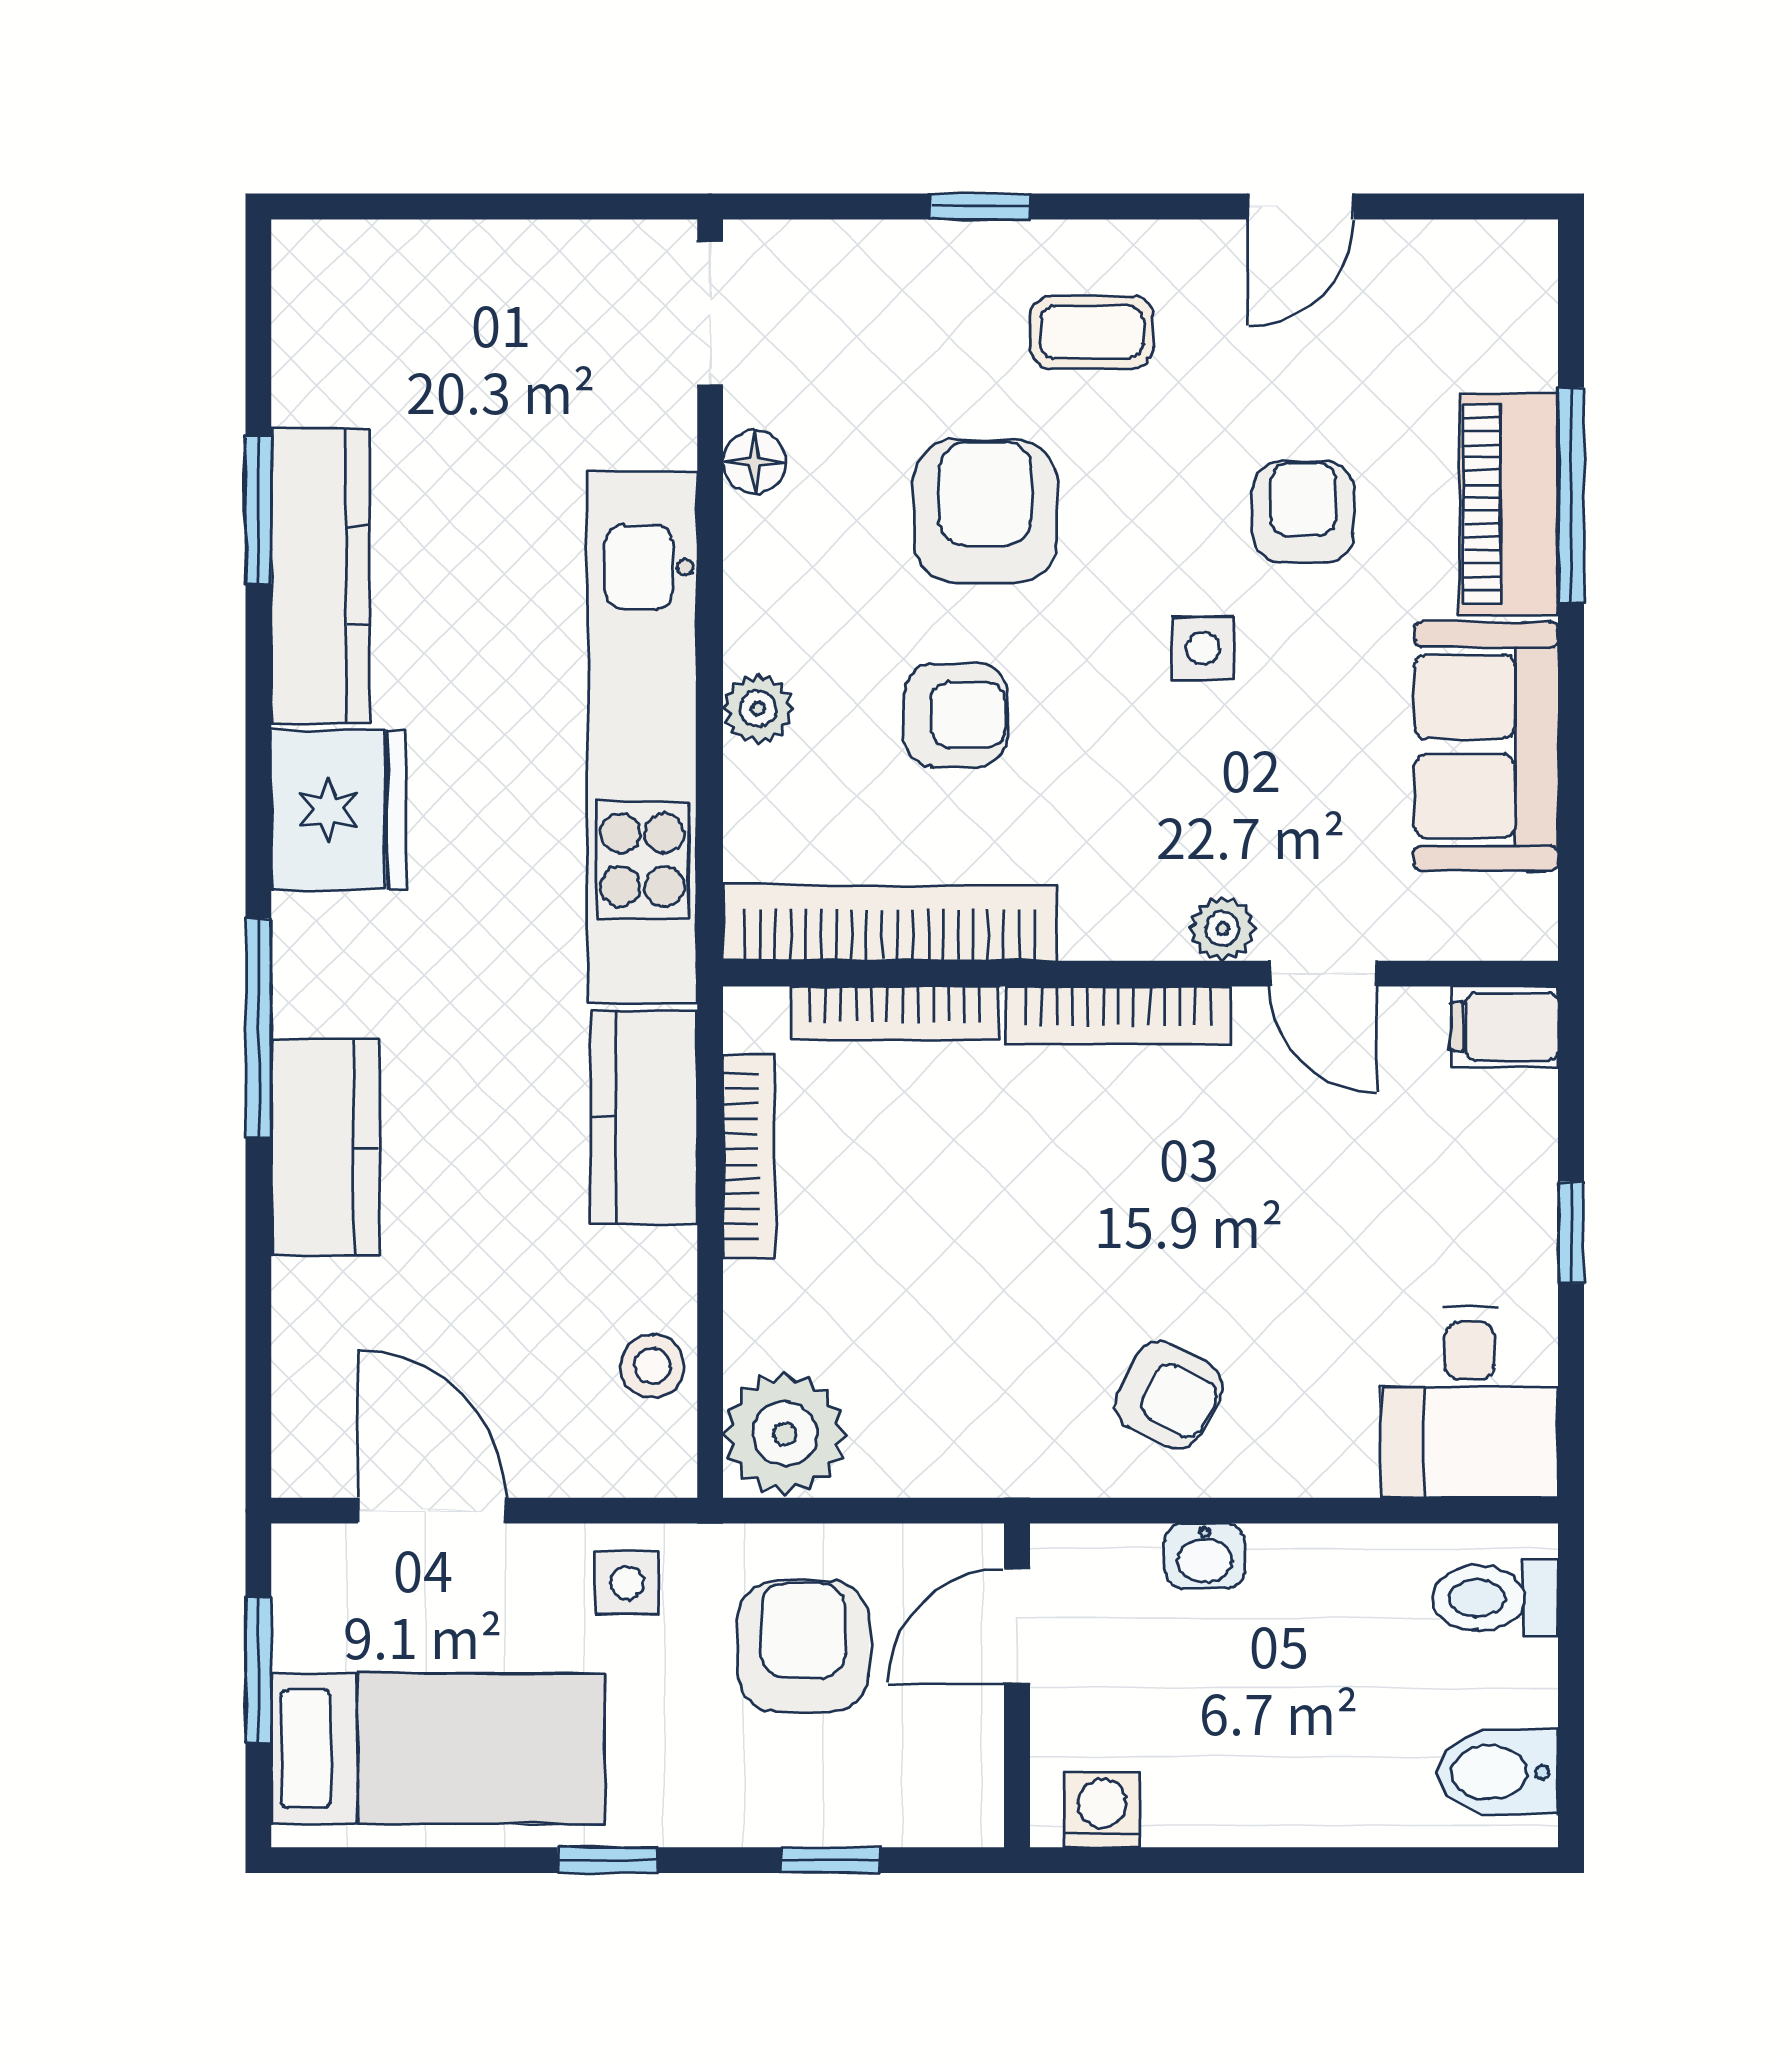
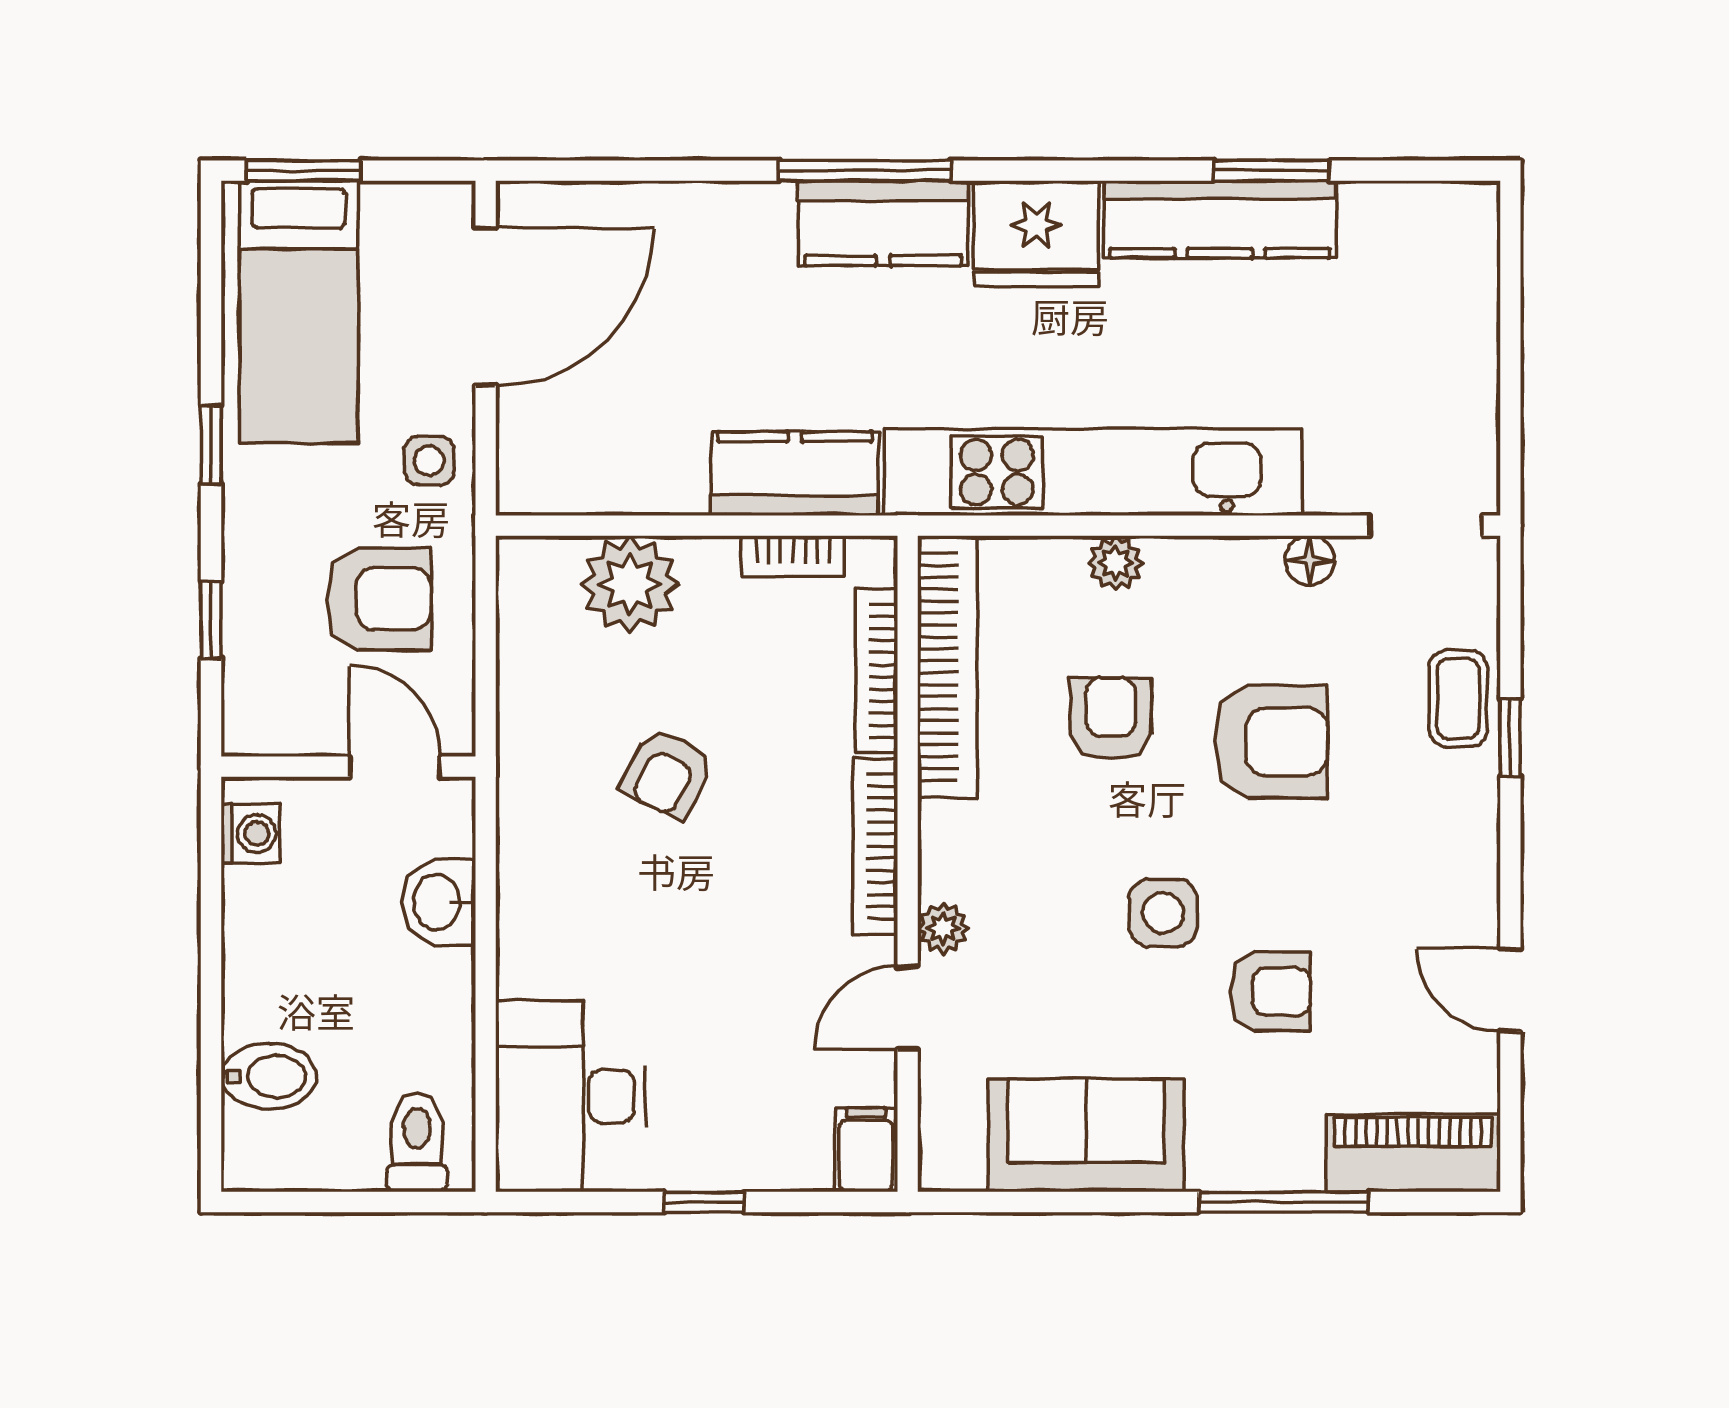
coffee table: (1092, 332) -> (1458, 699), moved
piano: (1509, 504) -> (1413, 1153), moved
side table: (1203, 649) -> (1163, 913), width x1.37, depth x1.37
armchair: (955, 715) -> (1111, 718), turned 180
kitchen counter: (325, 1147) -> (883, 223), moved
bookcase: (749, 1156) -> (793, 556), width x0.64
stool: (652, 1366) -> (599, 480), removed
armchair: (1169, 1395) -> (667, 773), moved
desk: (1470, 1402) -> (571, 1096), width x1.37
plant: (785, 1434) -> (630, 584), moved
door: (432, 1511) -> (486, 307), width x1.36
washbasin: (1205, 1556) -> (439, 902), width x1.38, depth x1.45
window: (258, 1670) -> (304, 171), moved
bidet: (1497, 1772) -> (269, 1076), moved, turned 90

